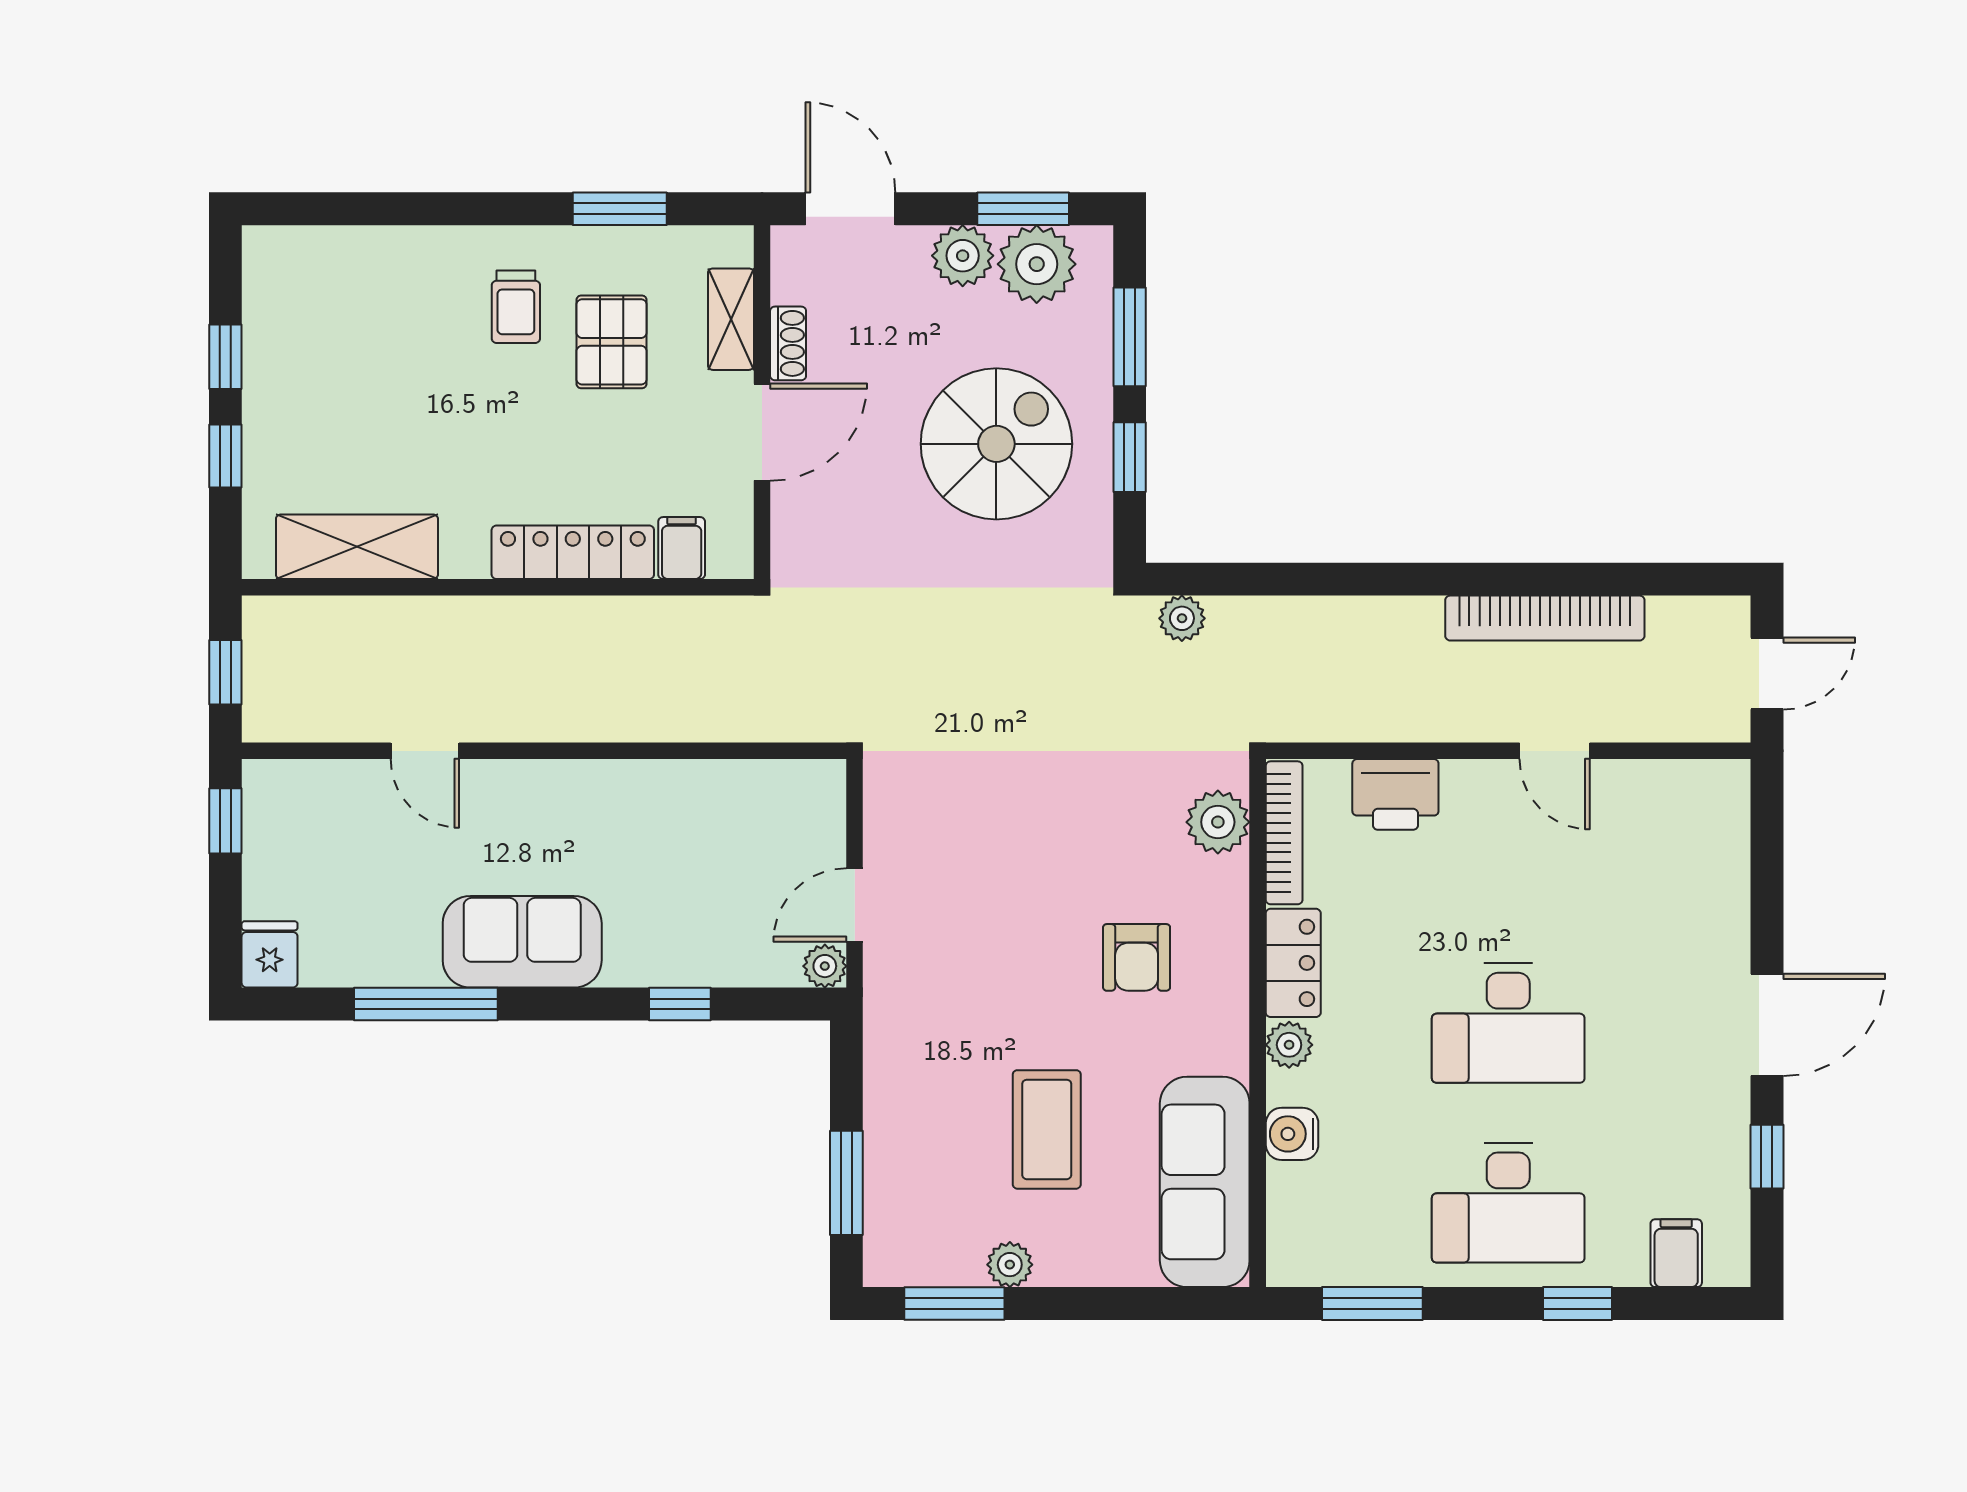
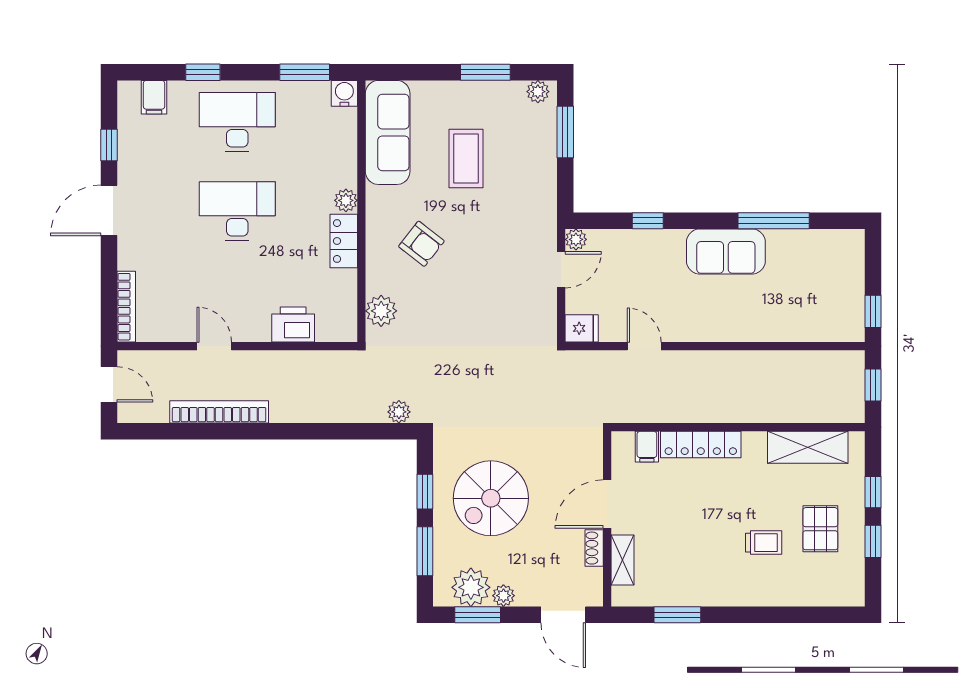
plant: (963, 256) -> (503, 596), width x0.73, depth x0.73
trolley: (516, 307) -> (764, 543), moved, turned 90
pallet: (612, 342) -> (820, 529), moved
door: (1767, 674) -> (109, 384), swing flipped
door: (425, 751) -> (644, 346), moved
bookcase: (1284, 833) -> (126, 307), moved, turned 180
fridge: (270, 954) -> (582, 328), moved, turned -90
armchair: (1137, 957) -> (421, 244), turned 128
water cooler: (1292, 1134) -> (344, 93), moved, turned -90
plant: (1010, 1265) -> (538, 92), moved
window: (954, 1304) -> (485, 72), moved

